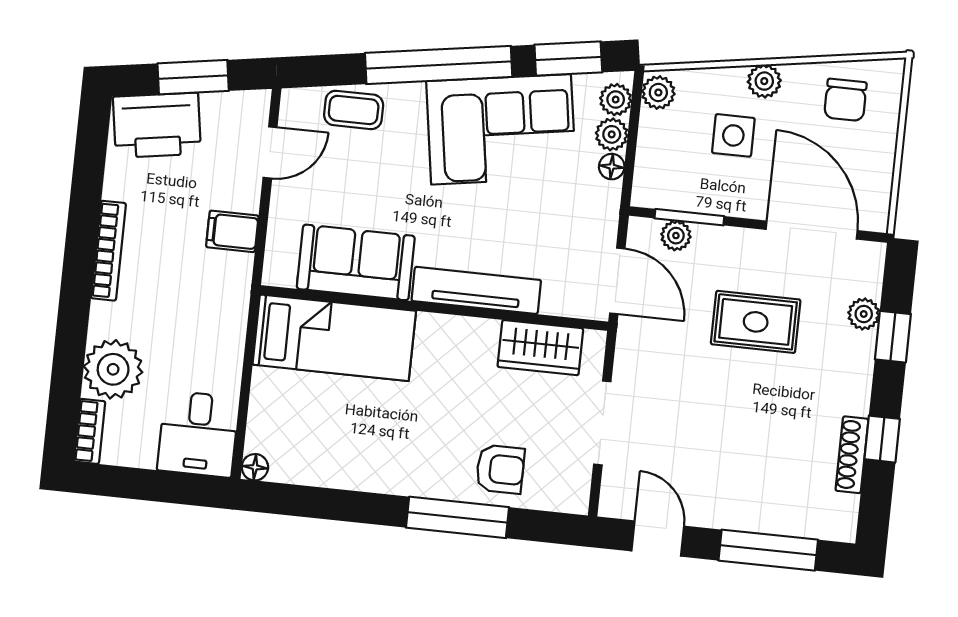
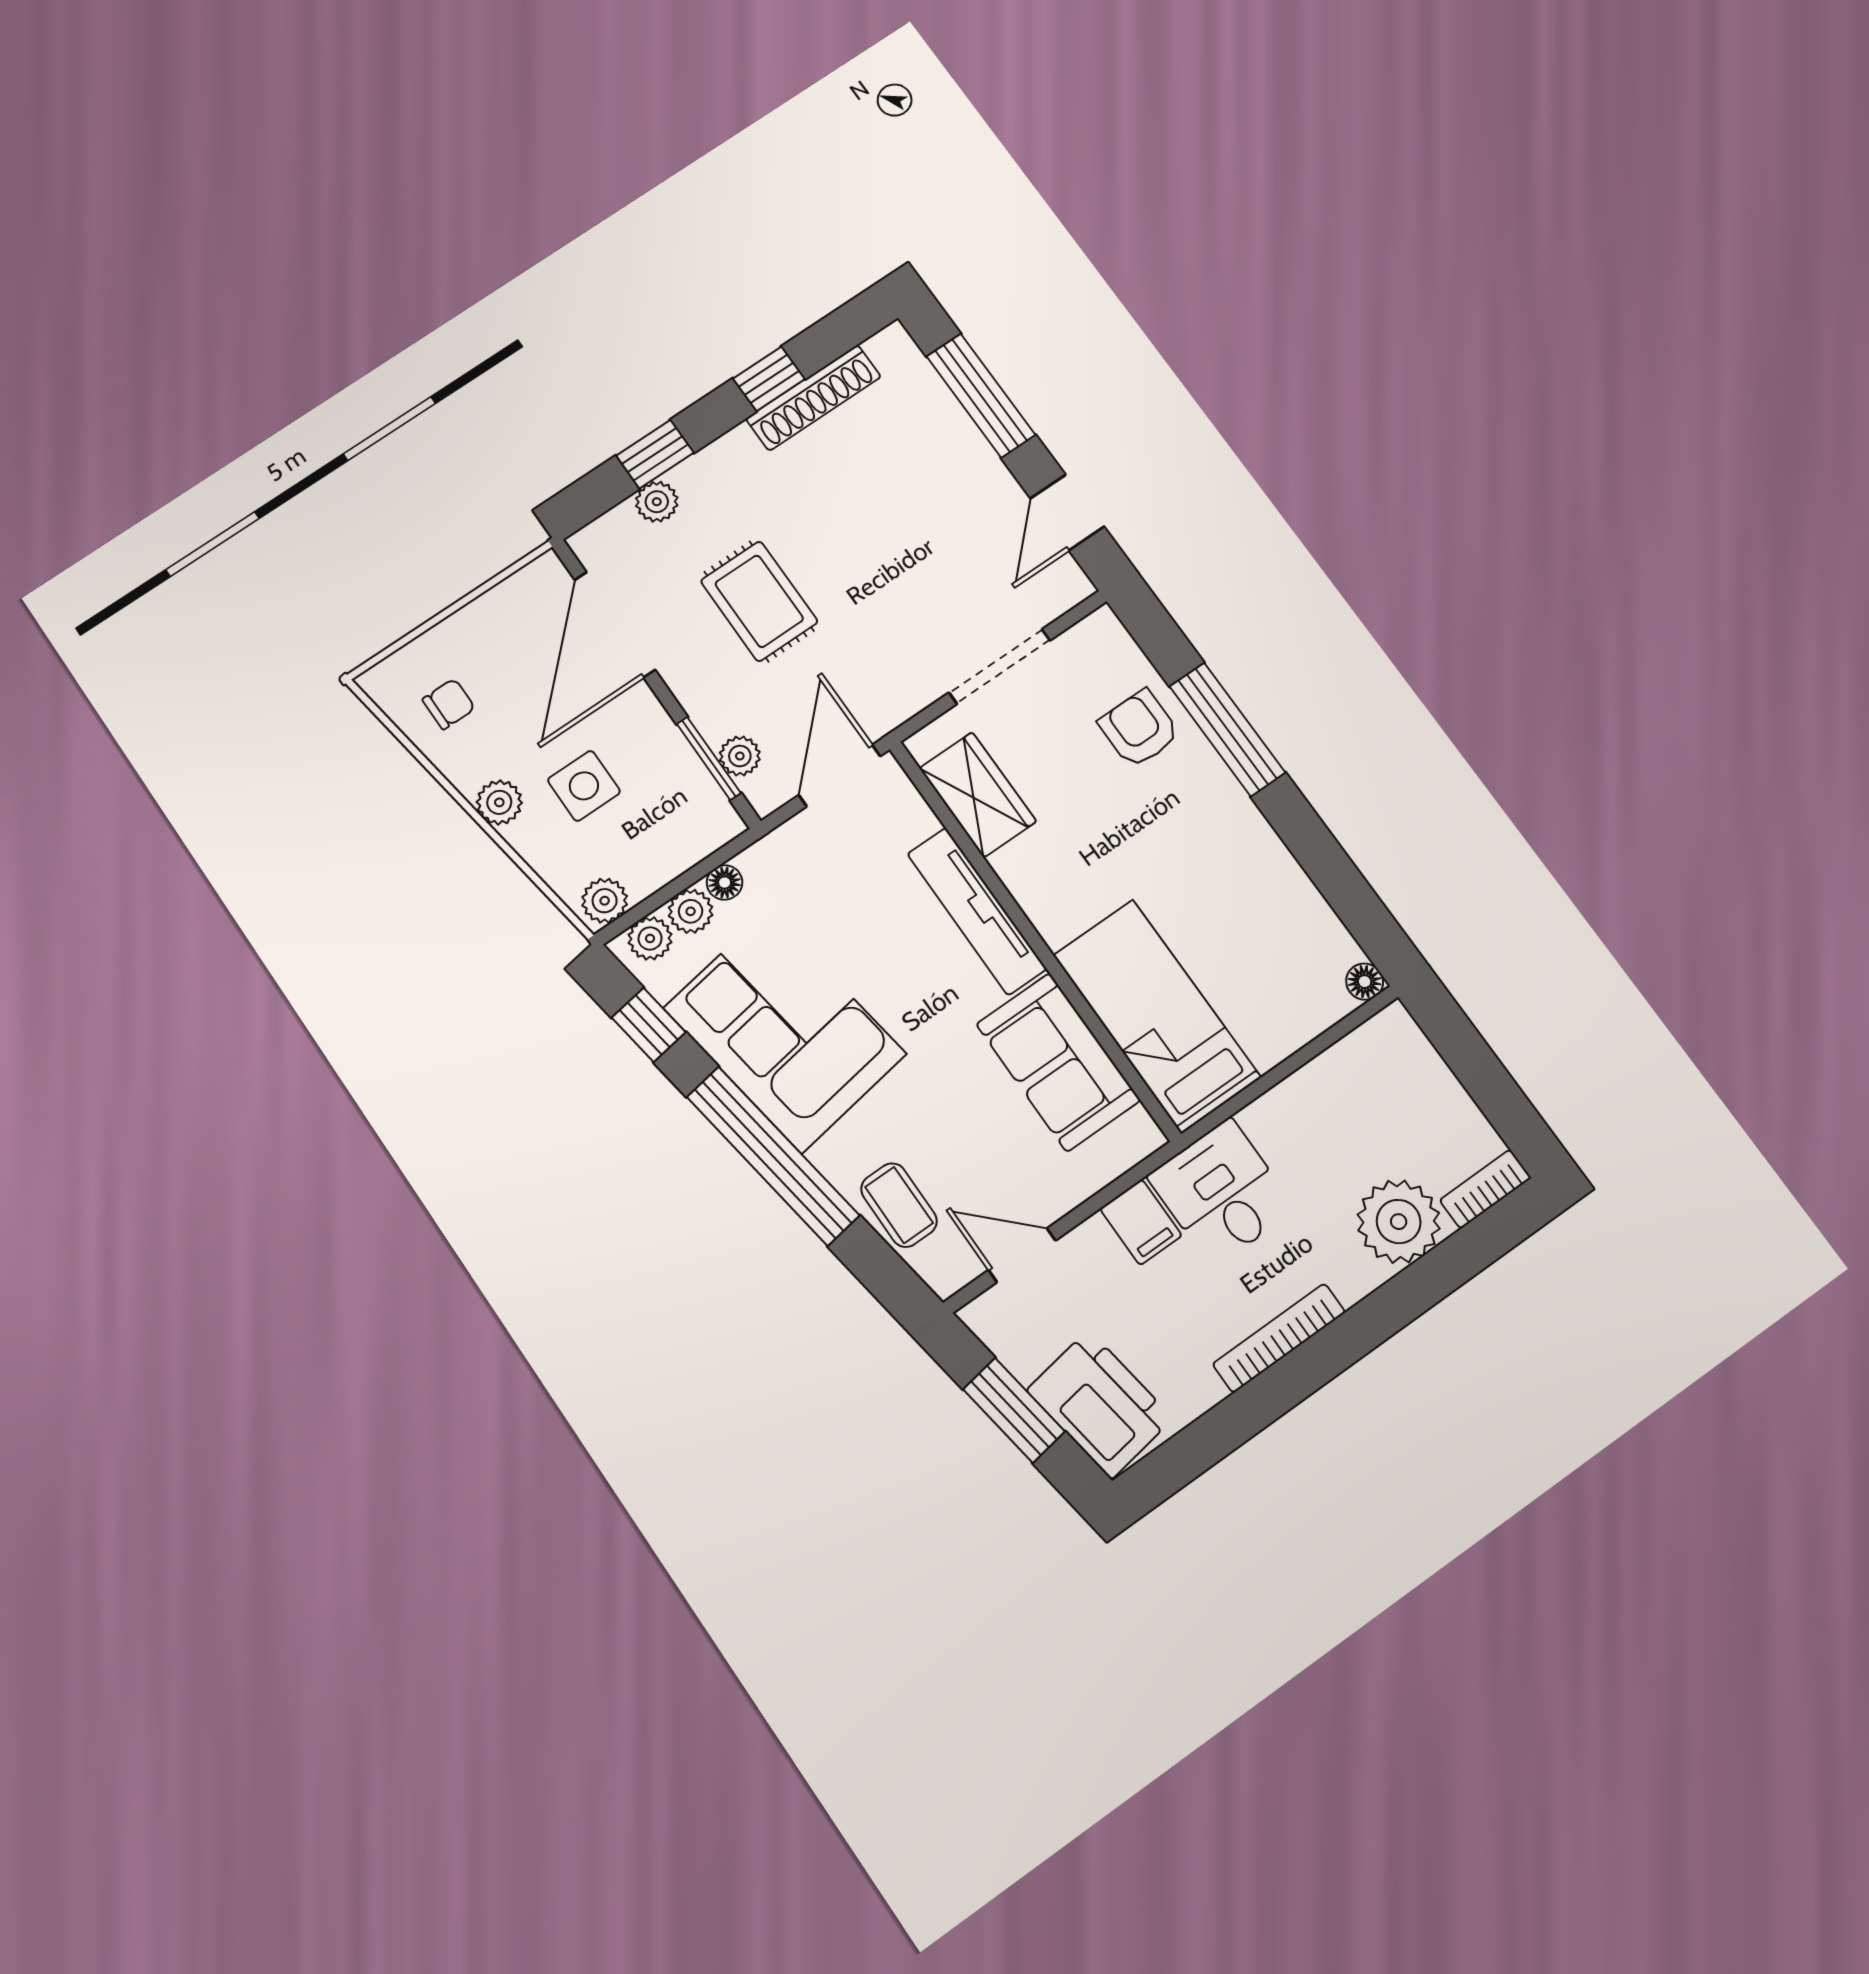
window: (568, 59) -> (649, 1025), width x0.67
chair: (845, 100) -> (449, 704), width x0.73, depth x0.73
desk: (198, 434) -> (1221, 1192), moved, turned -90
shoe rack: (852, 455) -> (813, 398), width x1.36, depth x1.24

